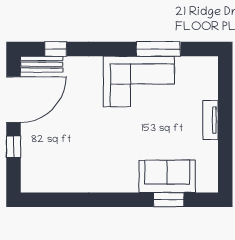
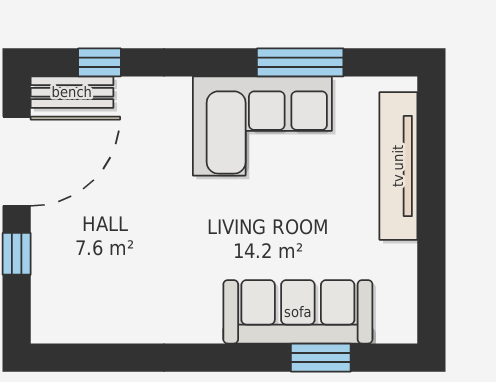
tv unit: (211, 120) -> (398, 166), width x1.92, depth x1.29
sofa: (167, 176) -> (298, 312), width x1.36

